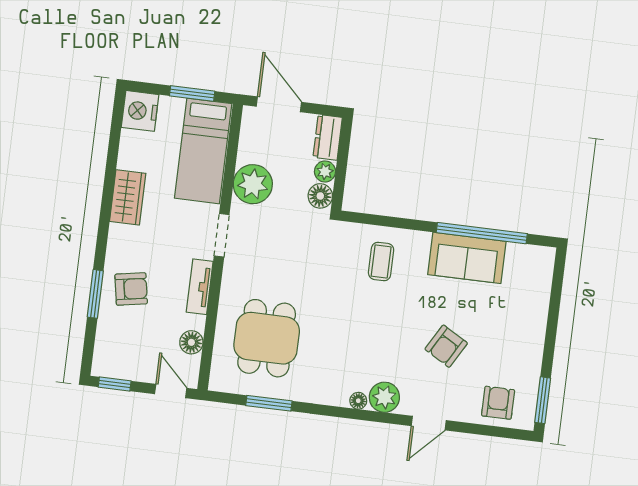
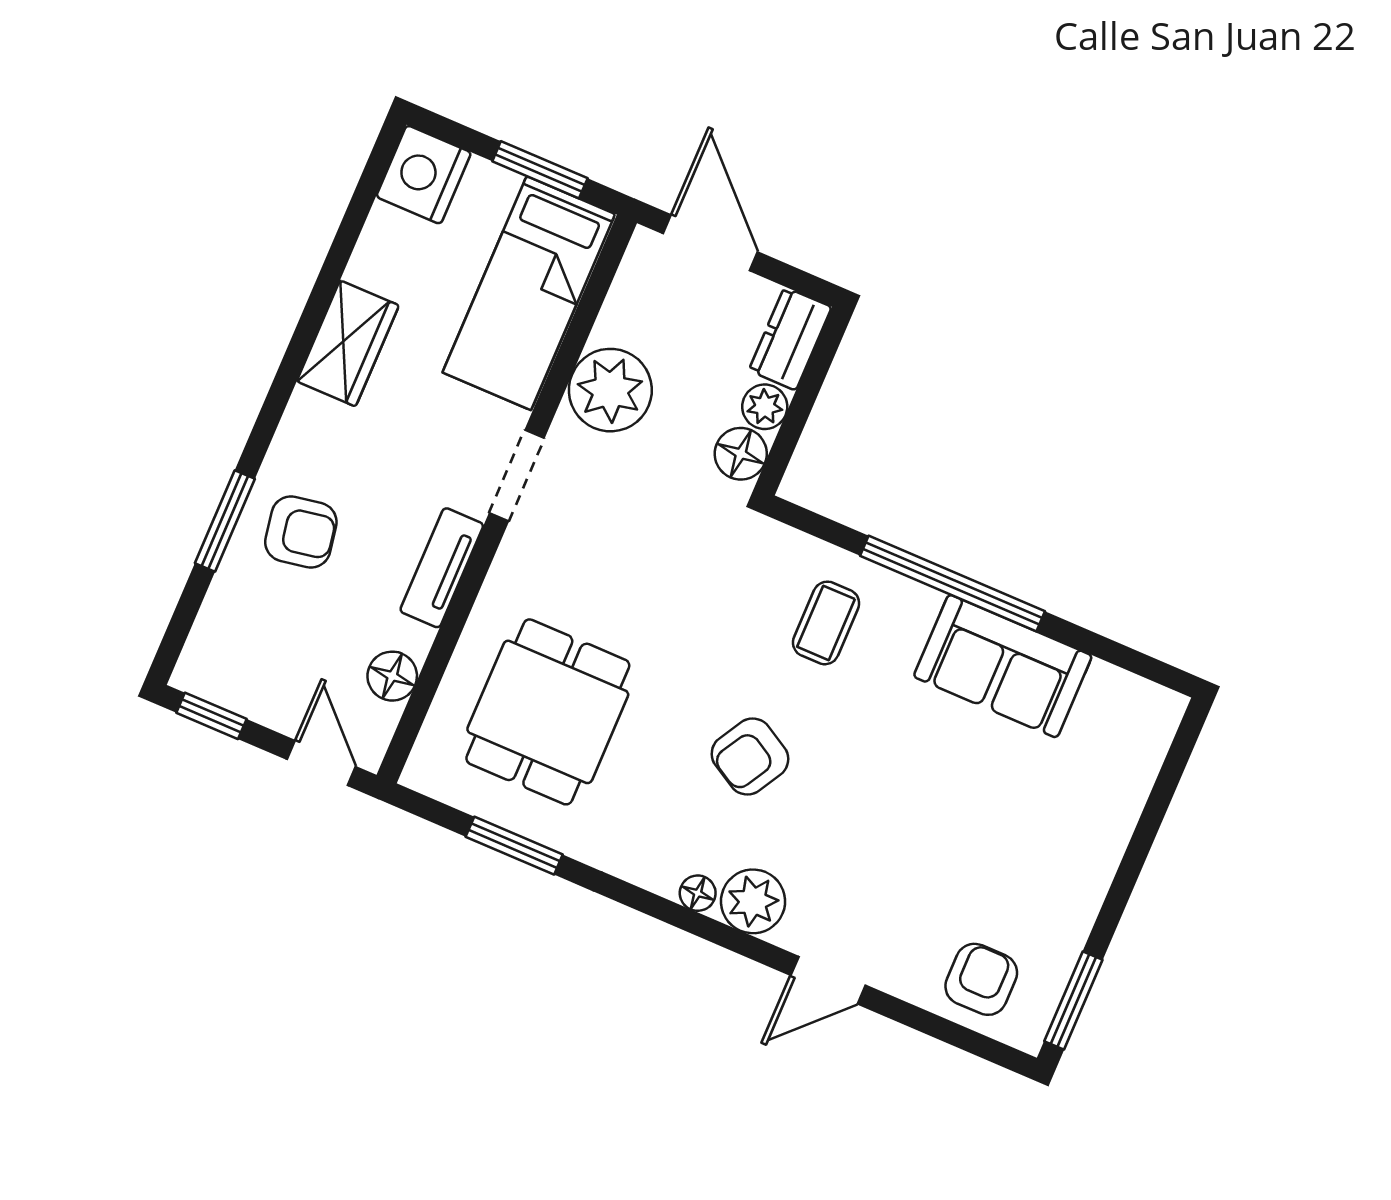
window: (482, 233) -> (952, 583), moved
armchair: (446, 346) -> (750, 756), moved

